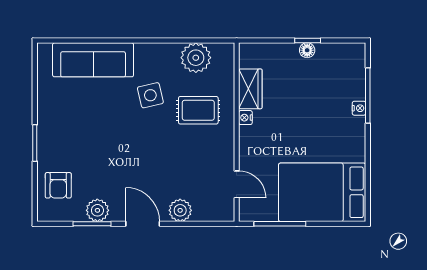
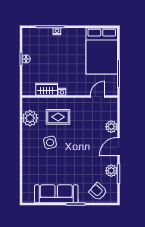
sofa: (93, 60) -> (56, 194), moved, turned -90
rug: (198, 110) -> (58, 117), turned 90
armchair: (58, 185) -> (98, 192), turned -138

